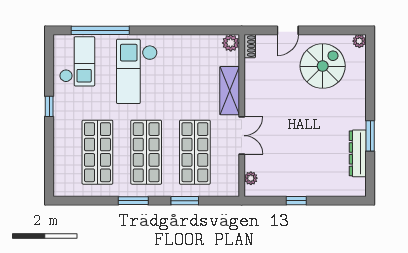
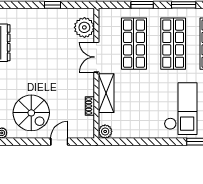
shoe rack: (250, 46) -> (90, 106), moved
spiral stairs: (323, 66) -> (31, 113), turned -90
plant: (251, 178) -> (84, 27), width x1.88, depth x1.88

